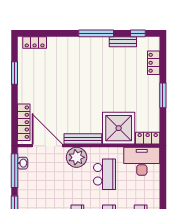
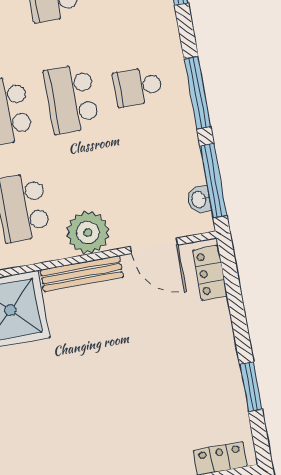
locker: (24, 122) -> (210, 273), width x0.66
door: (47, 146) -> (154, 246), width x0.73

